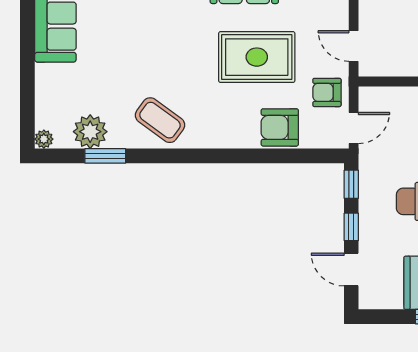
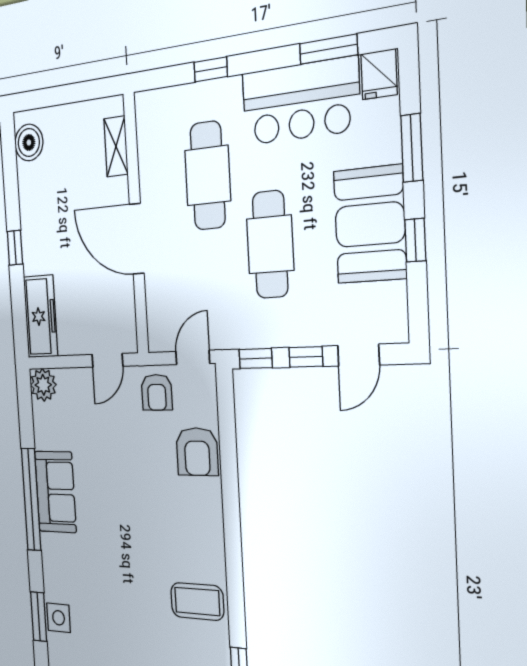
rug: (257, 57) -> (125, 479), removed
coffee table: (160, 120) -> (197, 601), turned 54
door: (354, 128) -> (193, 357), hinge flipped

